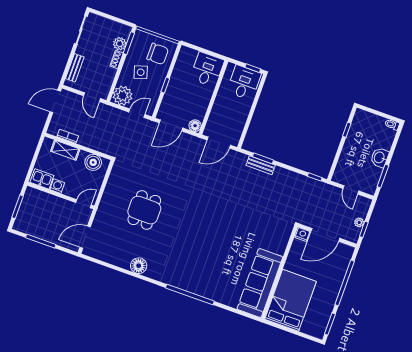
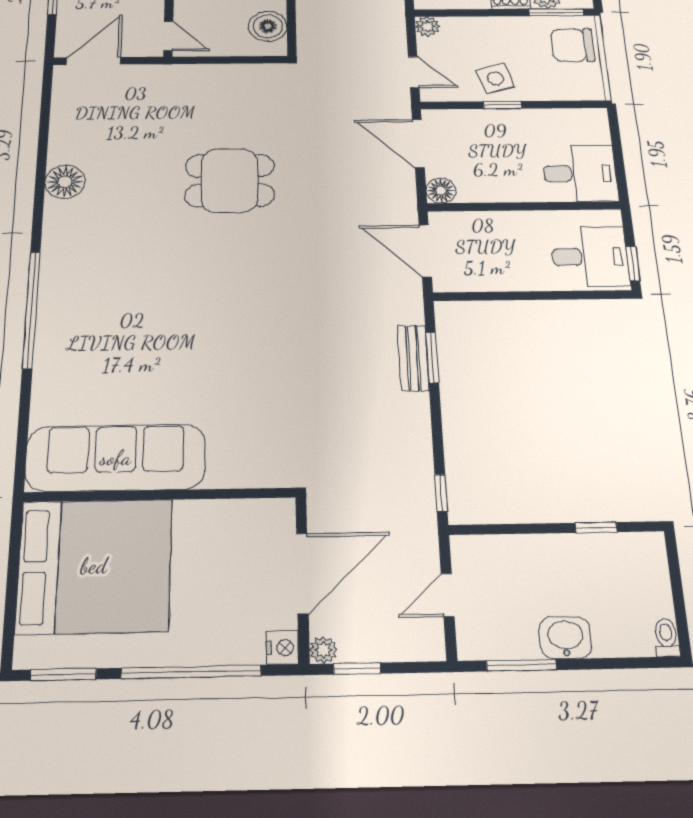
chair: (158, 54) -> (573, 45), moved, turned 90
side table: (141, 72) -> (495, 78), moved
plant: (123, 96) -> (427, 26), width x0.53, depth x0.53
dining table: (144, 210) -> (230, 181), moved
plant: (359, 222) -> (323, 650), moved
nightstand: (302, 234) -> (283, 648), moved
door: (325, 235) -> (302, 573), swing flipped
door: (85, 237) -> (94, 61), hinge flipped
bed: (291, 300) -> (94, 566), width x1.36

